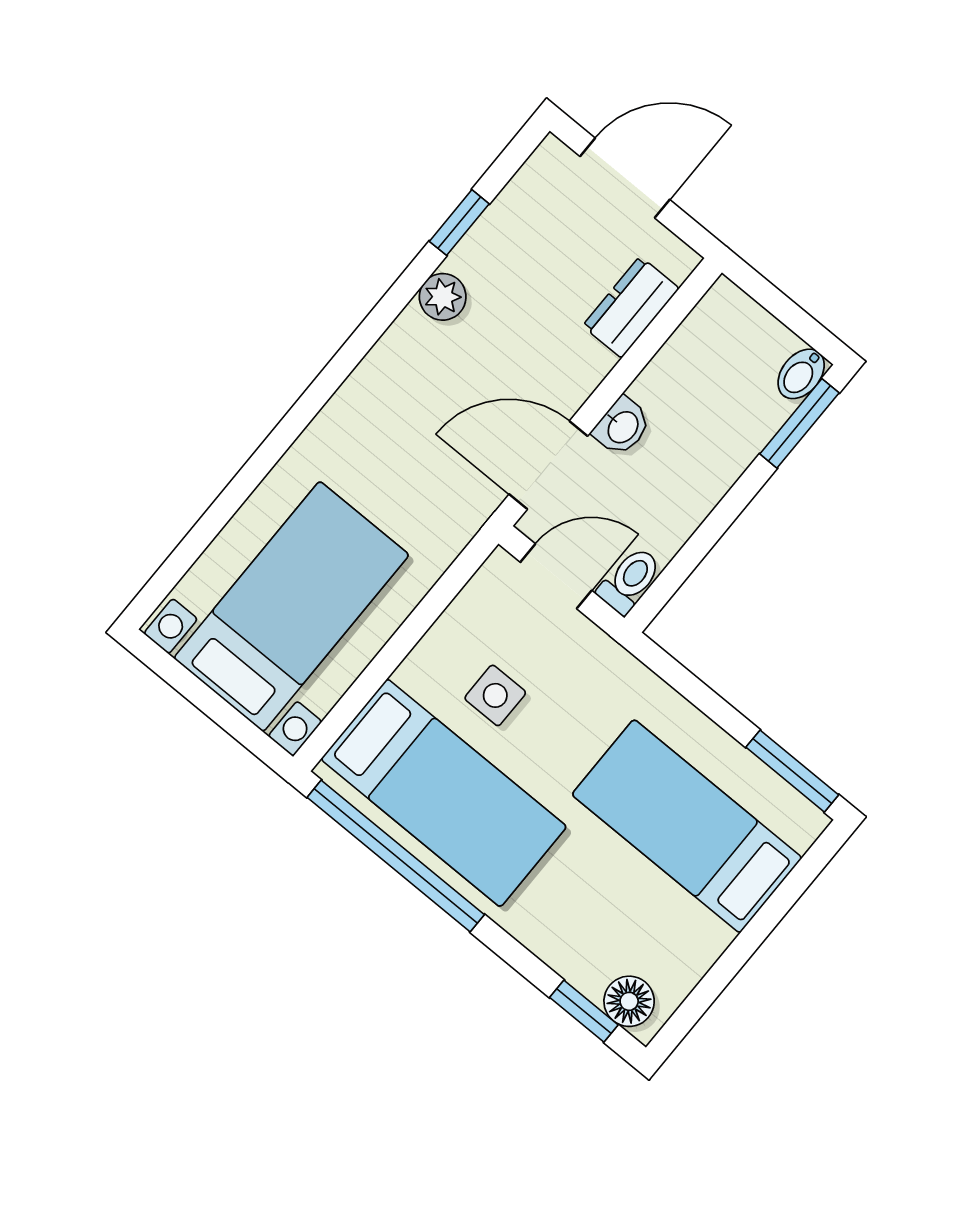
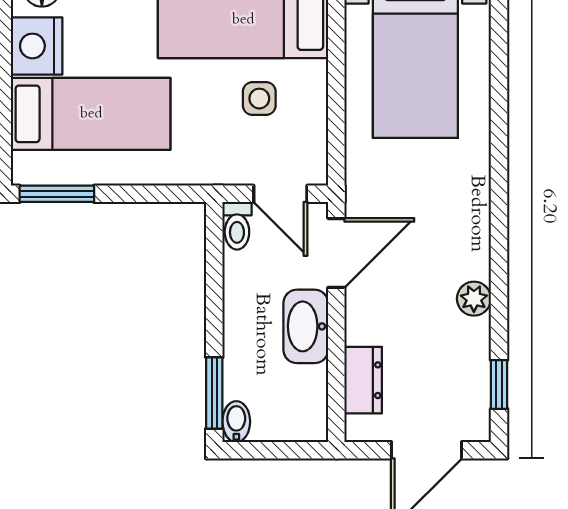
window: (459, 223) -> (499, 384), moved
washbasin: (622, 427) -> (306, 326), width x1.91, depth x1.45
door: (556, 576) -> (280, 194), hinge flipped
nightstand: (685, 945) -> (37, 46), added

